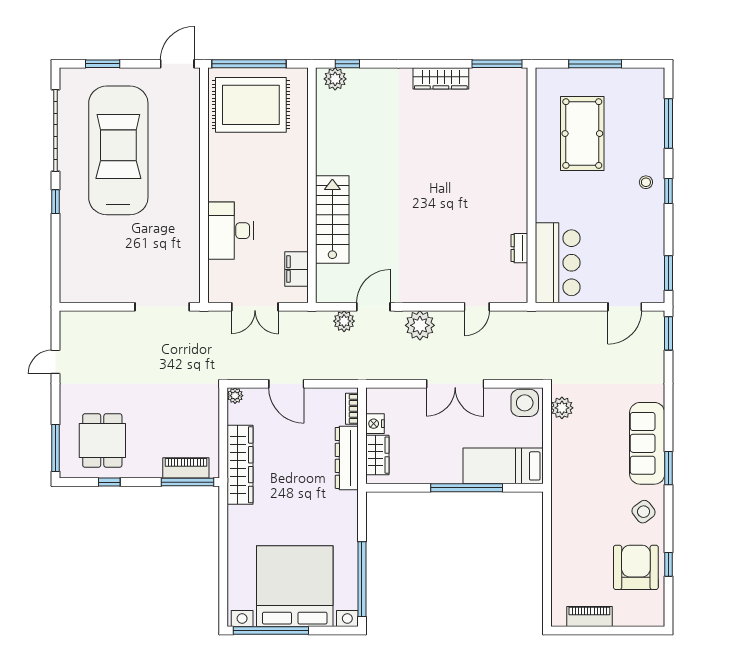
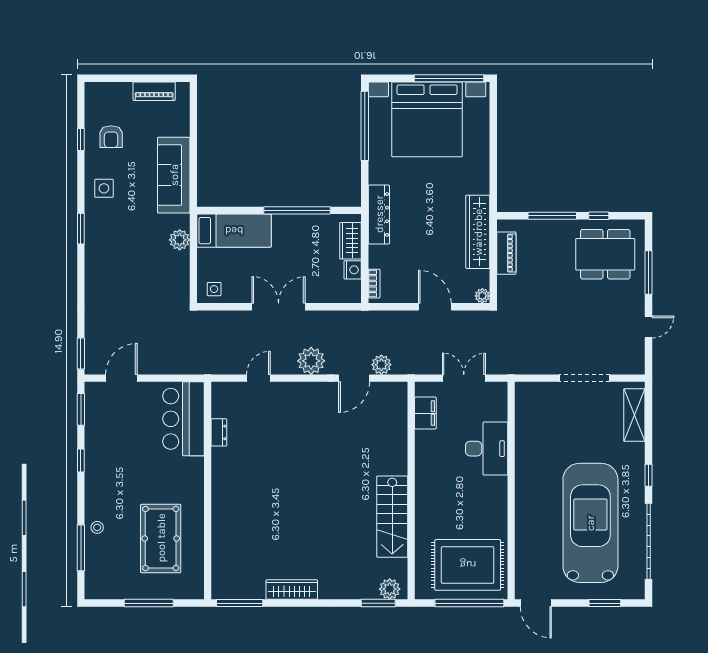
door: (177, 64) -> (536, 603), hinge flipped
window: (347, 64) -> (378, 603), width x1.50
car: (118, 150) -> (590, 523), turned 180
stool: (646, 182) -> (97, 527), moved
window: (668, 191) -> (81, 460), moved
stairs: (332, 220) -> (392, 517), moved
shelving: (71, 267) -> (634, 415), added
doorway: (162, 307) -> (584, 378), moved
side table: (525, 403) -> (214, 289), width x0.54, depth x0.54
plant: (562, 408) -> (180, 240), moved
dining table: (102, 440) -> (605, 254), width x1.38
sofa: (647, 443) -> (174, 175), moved, turned 180
window: (56, 448) -> (649, 272), moved
dresser: (347, 458) -> (379, 214), moved
piano: (186, 468) -> (506, 253), moved, turned -90
window: (188, 482) -> (552, 216), moved
window: (467, 488) -> (297, 210), moved
side table: (644, 512) -> (104, 188), turned 37
armchair: (636, 567) -> (111, 137), width x0.53, depth x0.53

